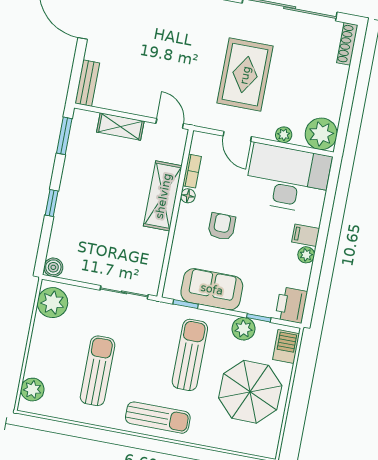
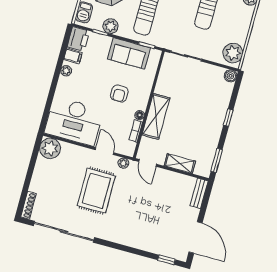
plant: (284, 135) -> (123, 163), moved
filing cabinet: (306, 235) -> (73, 56), moved

